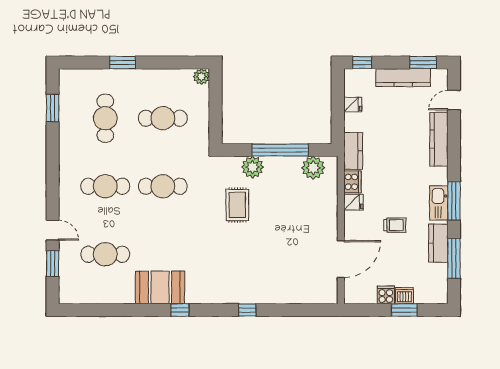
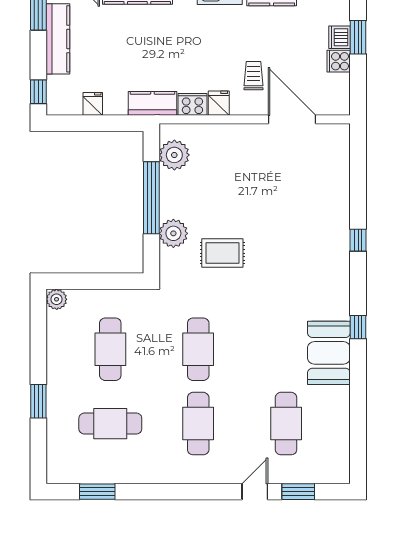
trolley: (395, 225) -> (254, 76), moved

